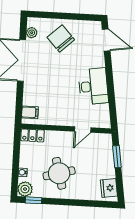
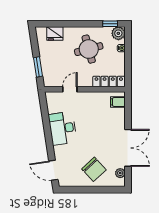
locker: (33, 135) -> (109, 82), width x1.53
fridge: (109, 188) -> (55, 34), moved, turned 98

